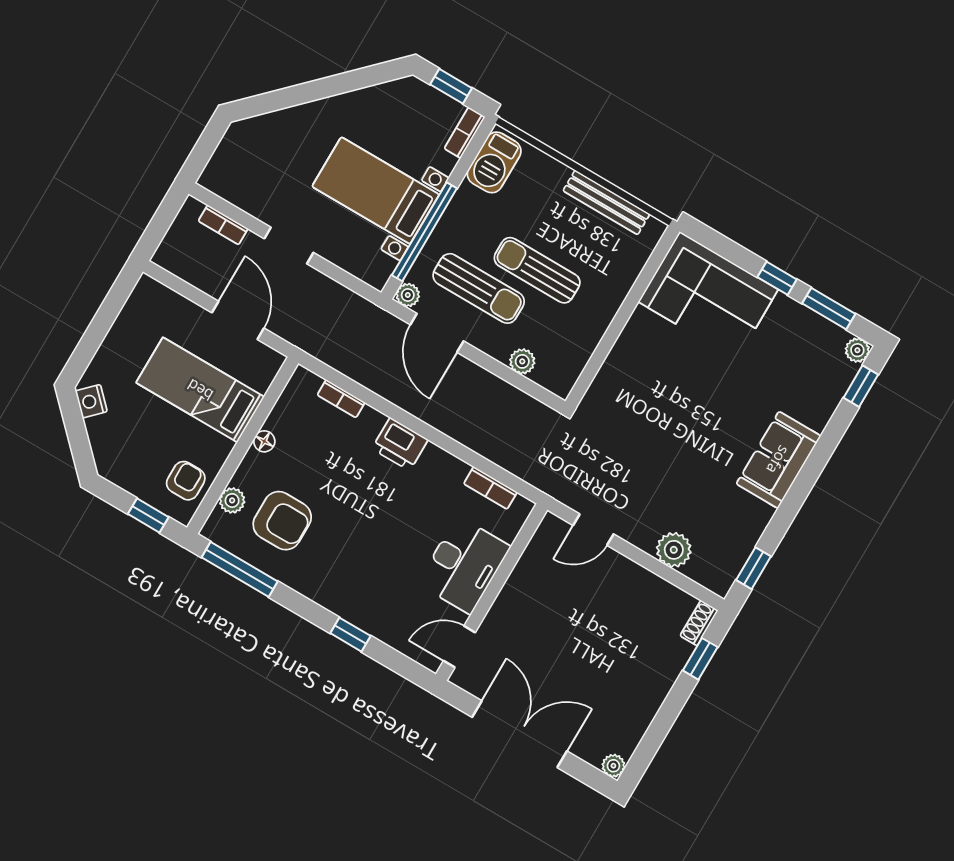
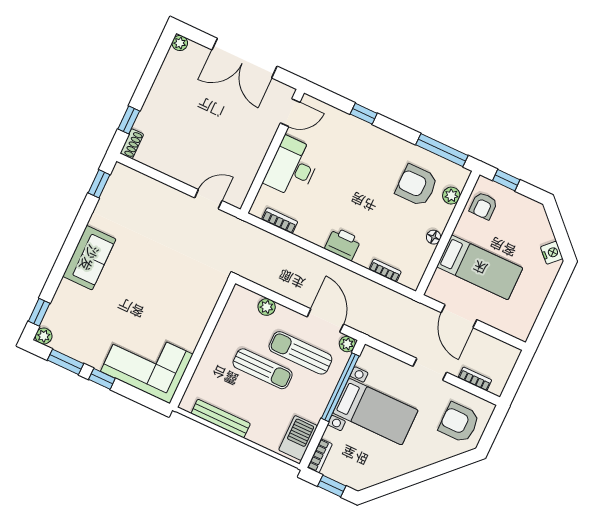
armchair: (253, 162) -> (459, 422), added
plant: (674, 550) -> (153, 191), removed

